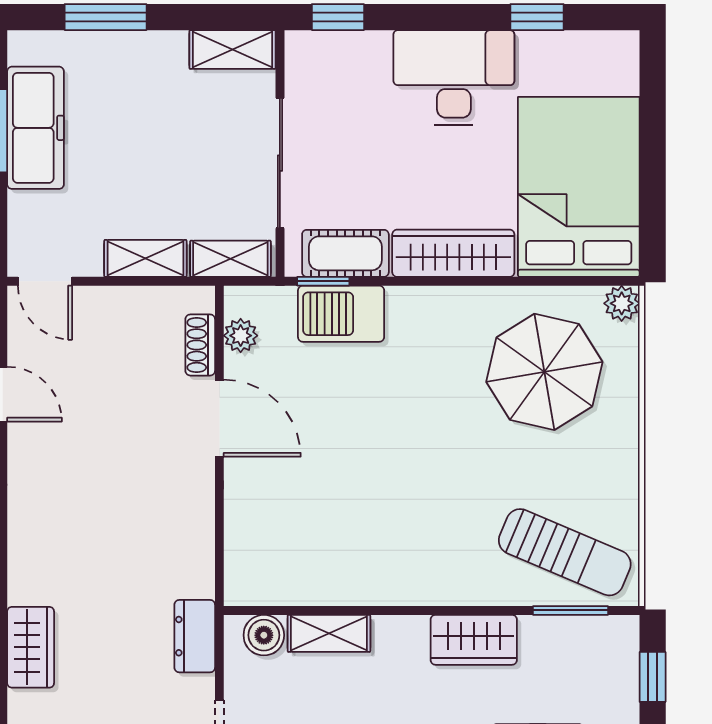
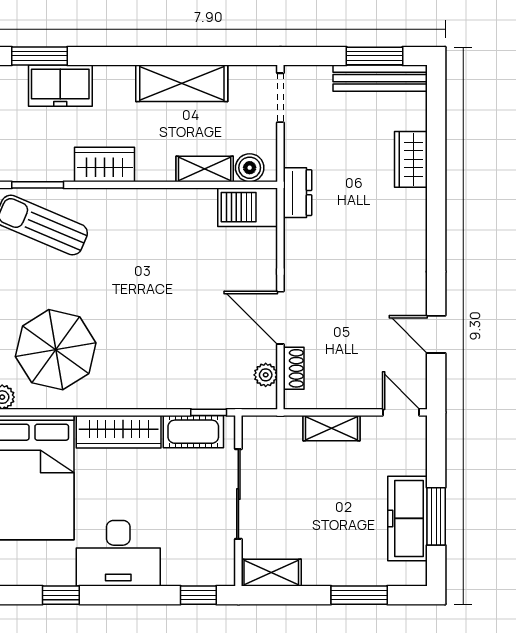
shelving: (230, 259) -> (273, 428), removed
barbecue: (341, 314) -> (248, 207), moved, turned 180
dresser: (195, 636) -> (297, 193), moved

